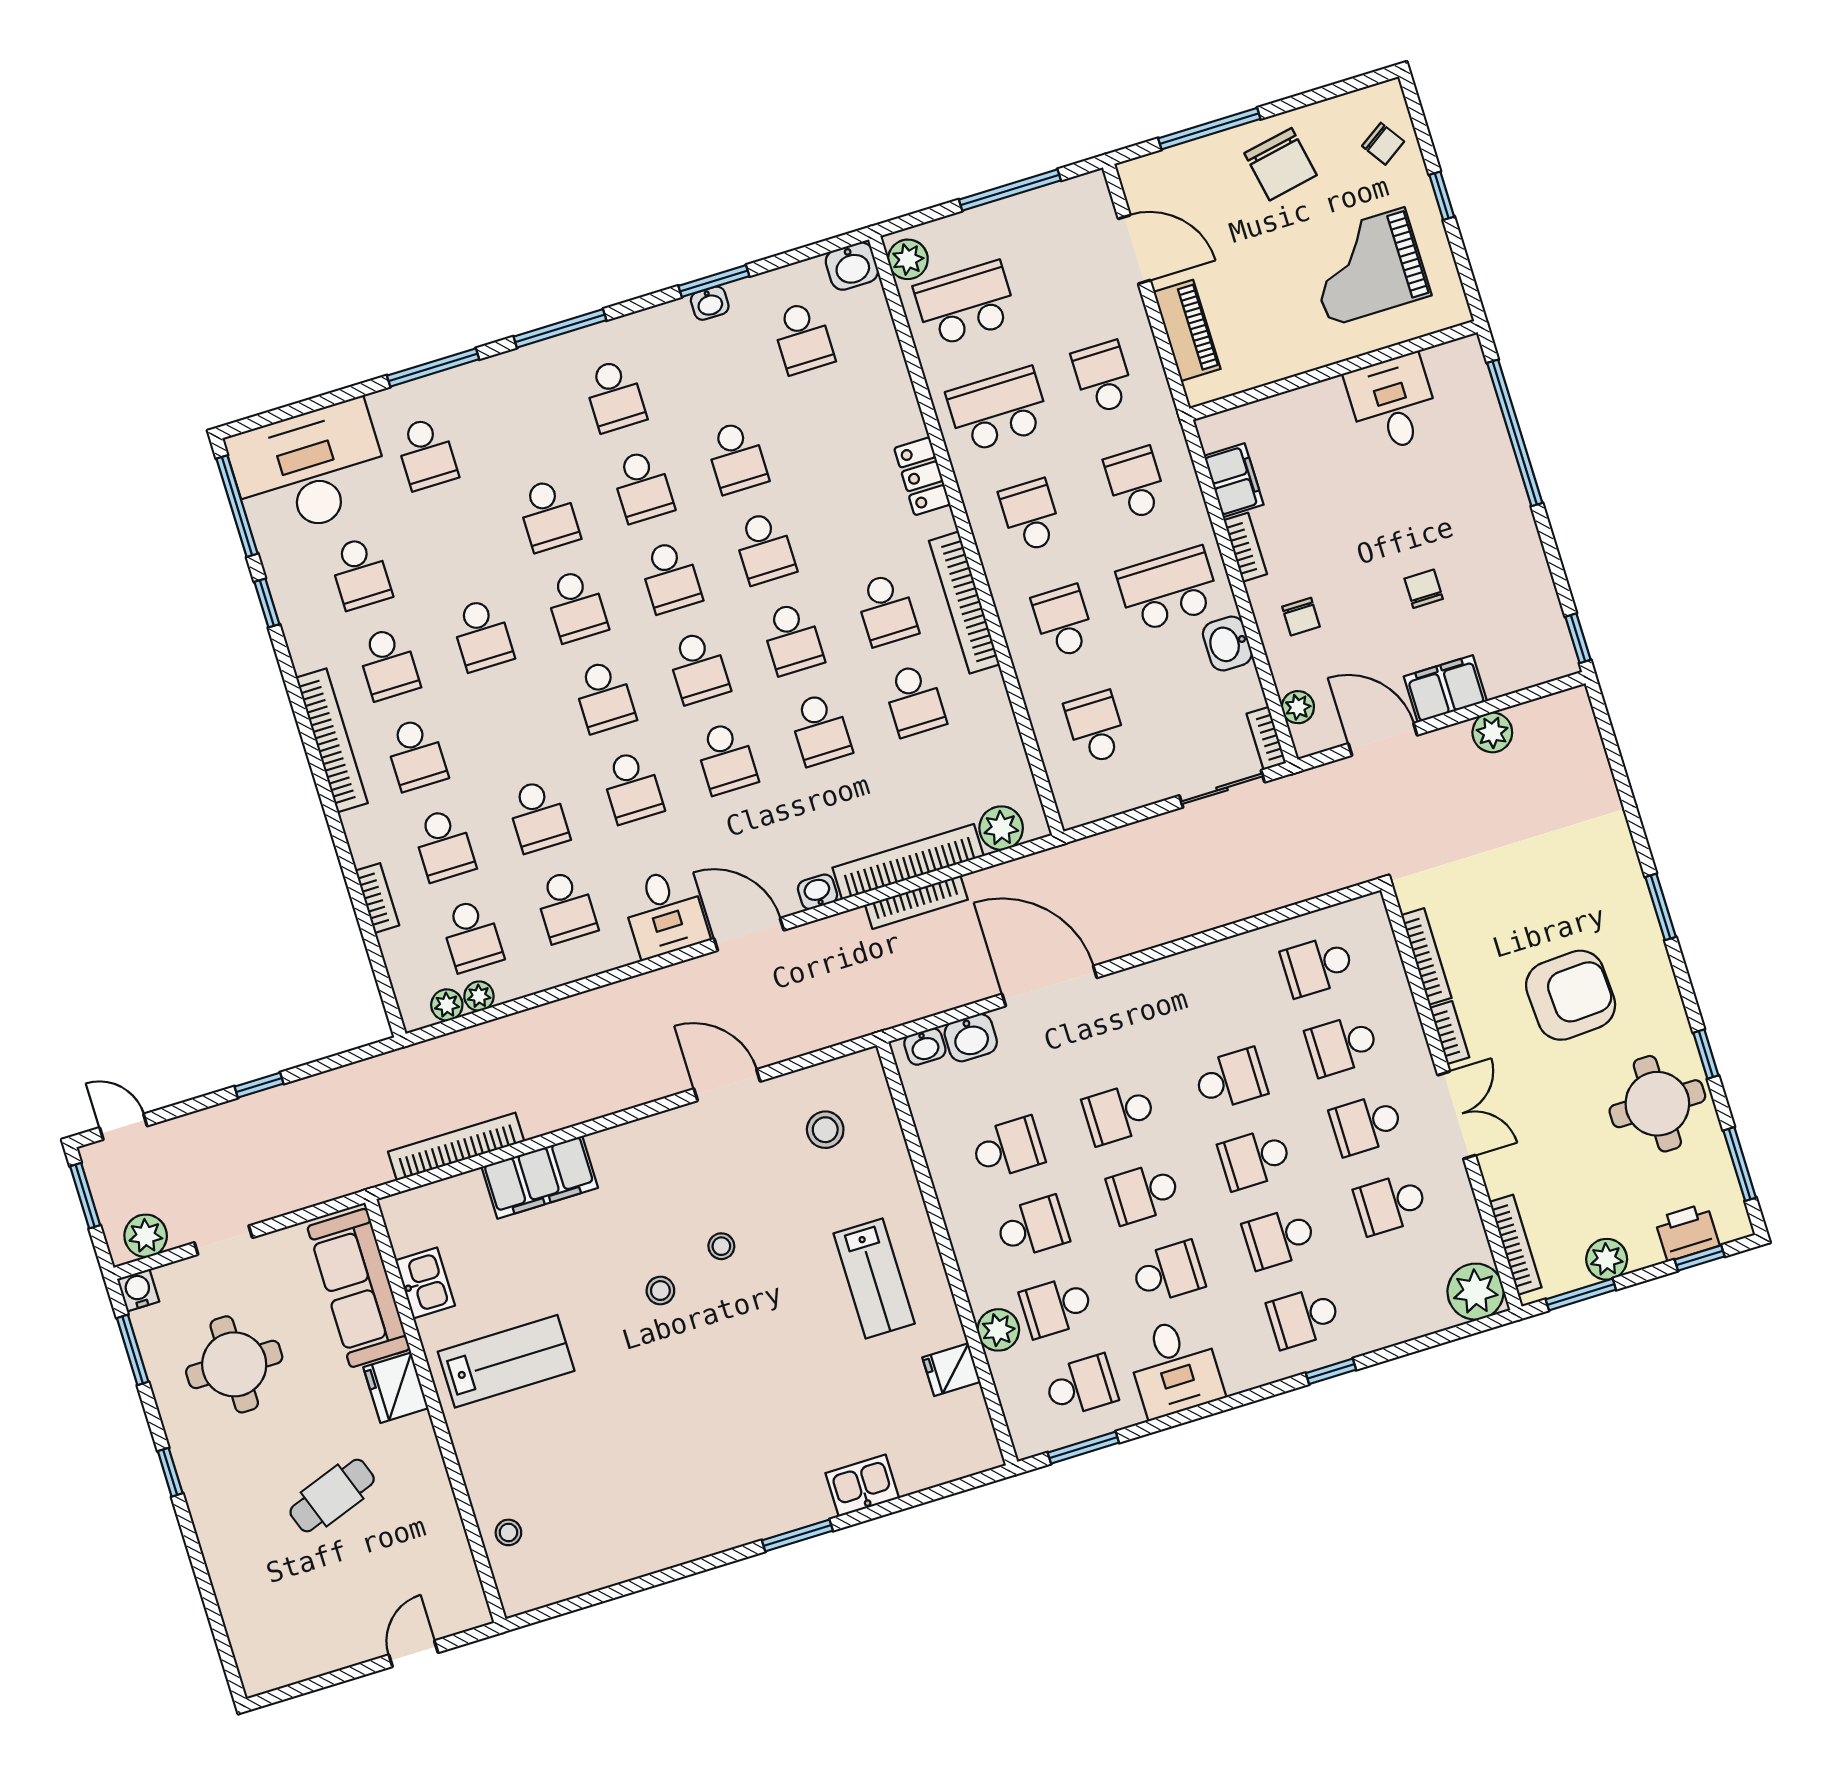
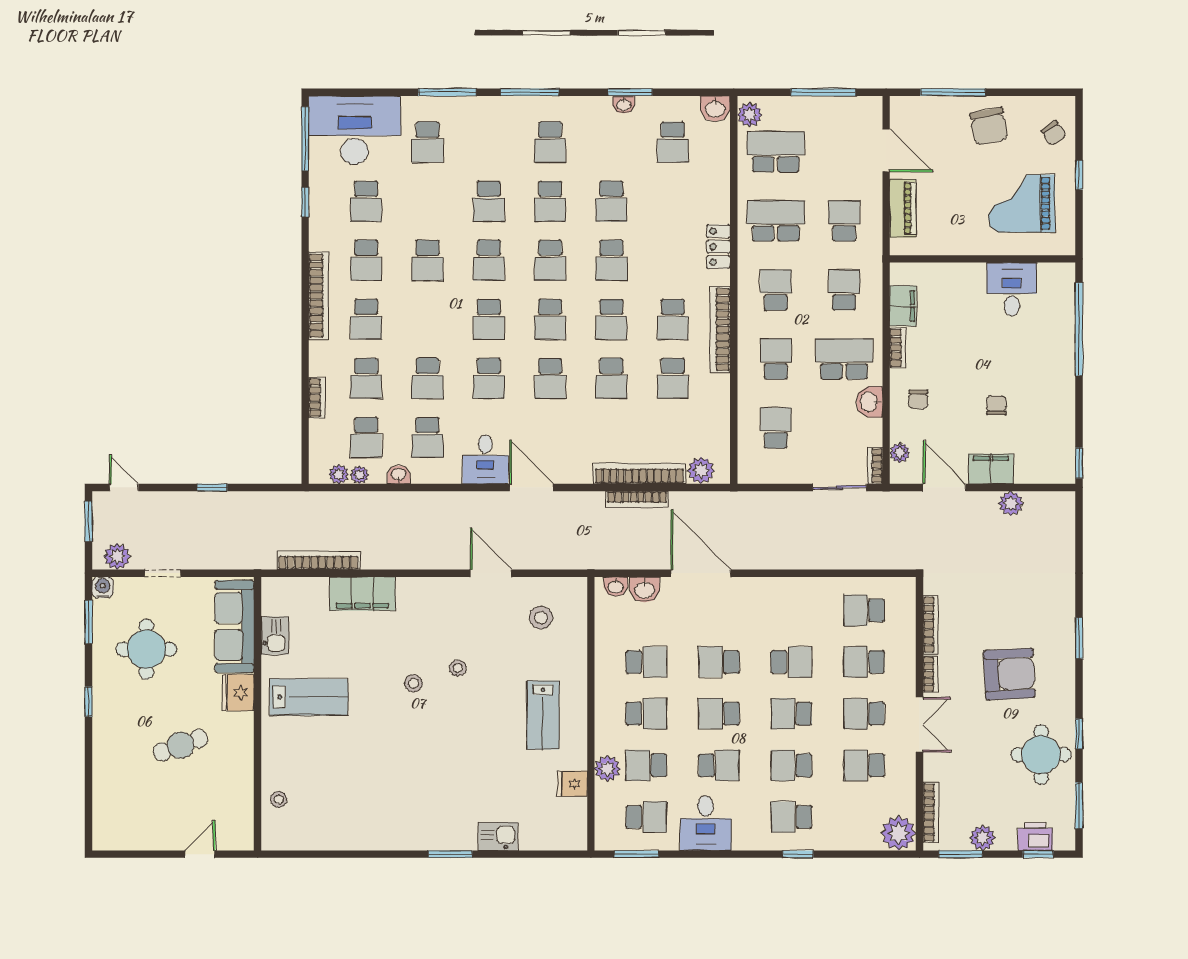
washbasin: (817, 892) -> (399, 475), moved

